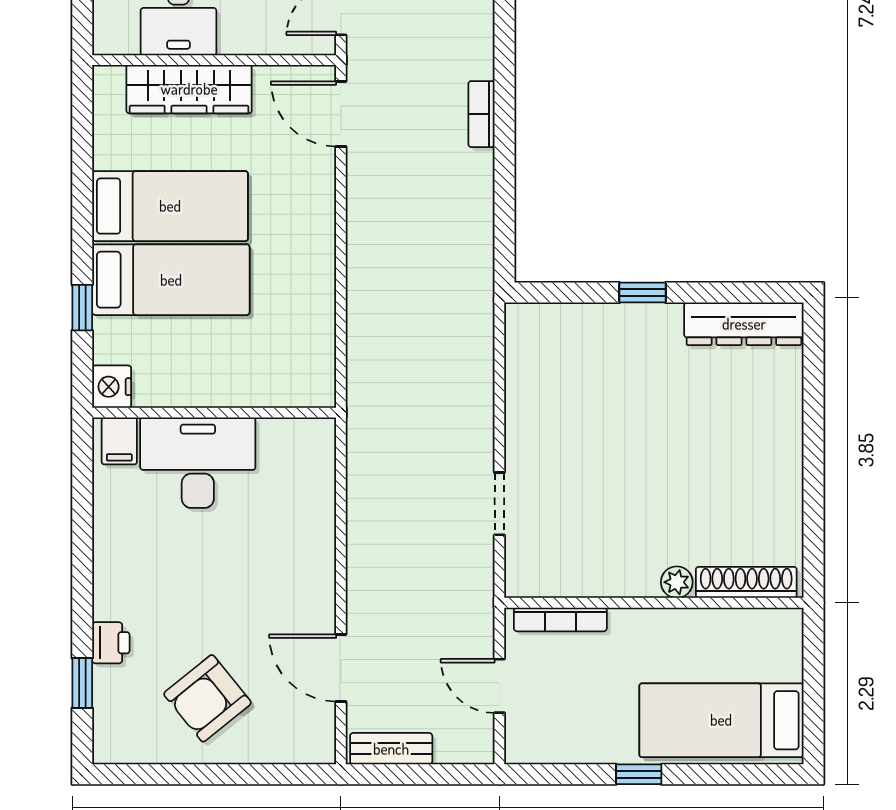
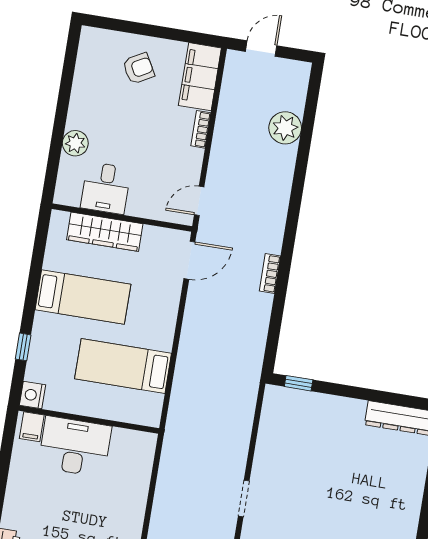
door: (341, 114) -> (189, 260), swing flipped
bed: (171, 280) -> (123, 366), moved, turned 180
window: (643, 293) -> (299, 383), moved

